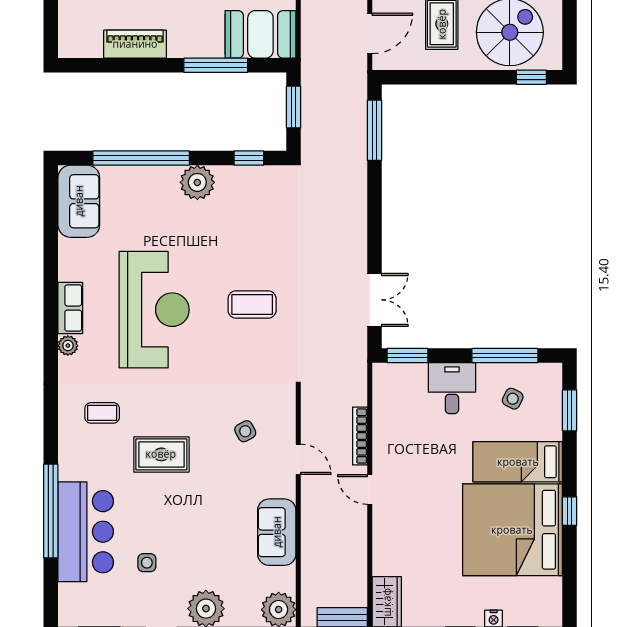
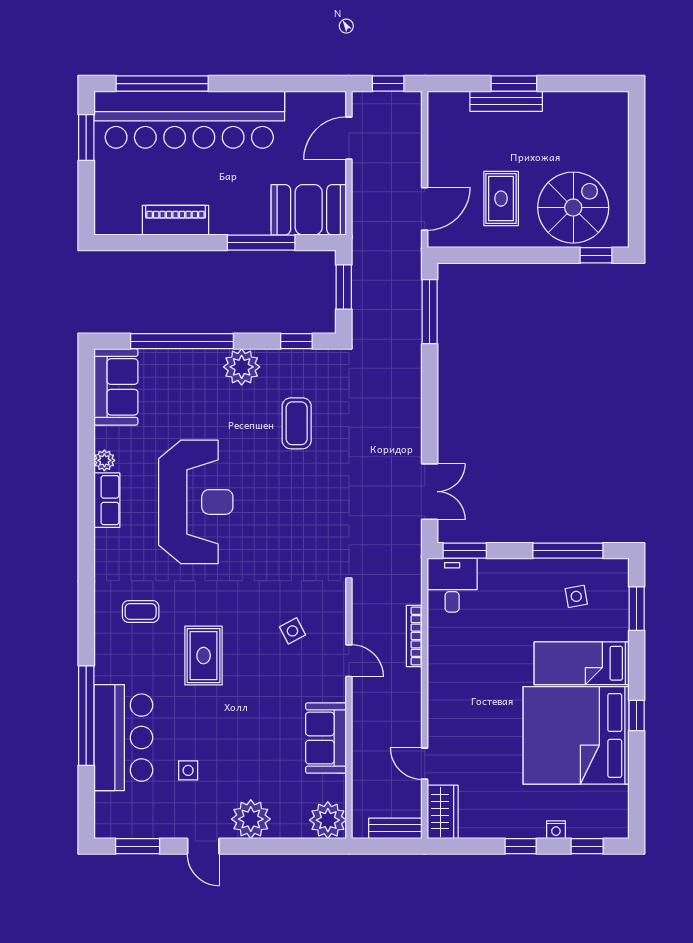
coffee table: (252, 305) -> (297, 423), moved, turned 90
plant: (68, 346) -> (104, 460), moved
desk: (452, 388) -> (452, 585), moved
side table: (513, 399) -> (576, 596), turned -37
rug: (161, 454) -> (204, 656), turned 90
door: (370, 489) -> (425, 764), moved

